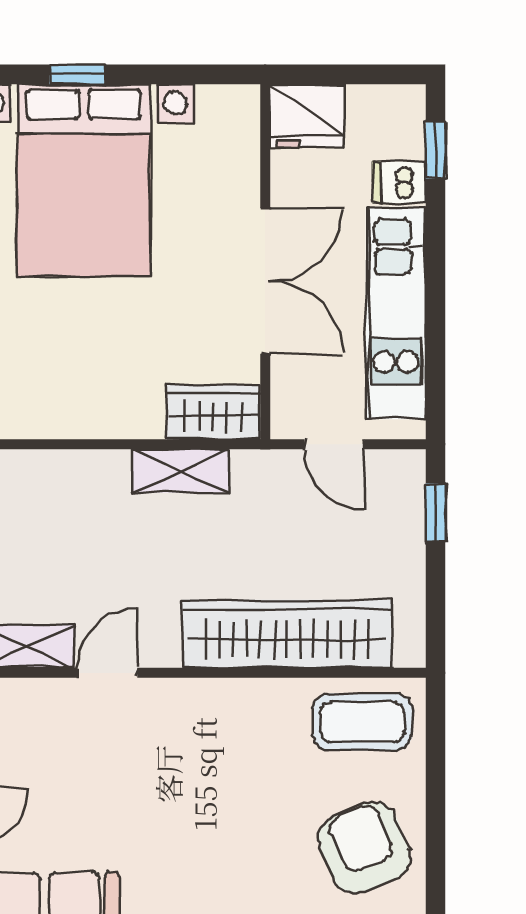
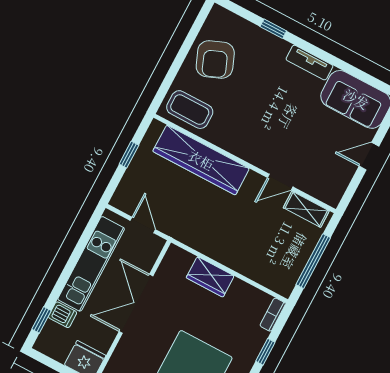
wardrobe: (213, 412) -> (210, 277), moved
shelving: (181, 471) -> (209, 247), removed
window: (435, 513) -> (129, 155), moved

